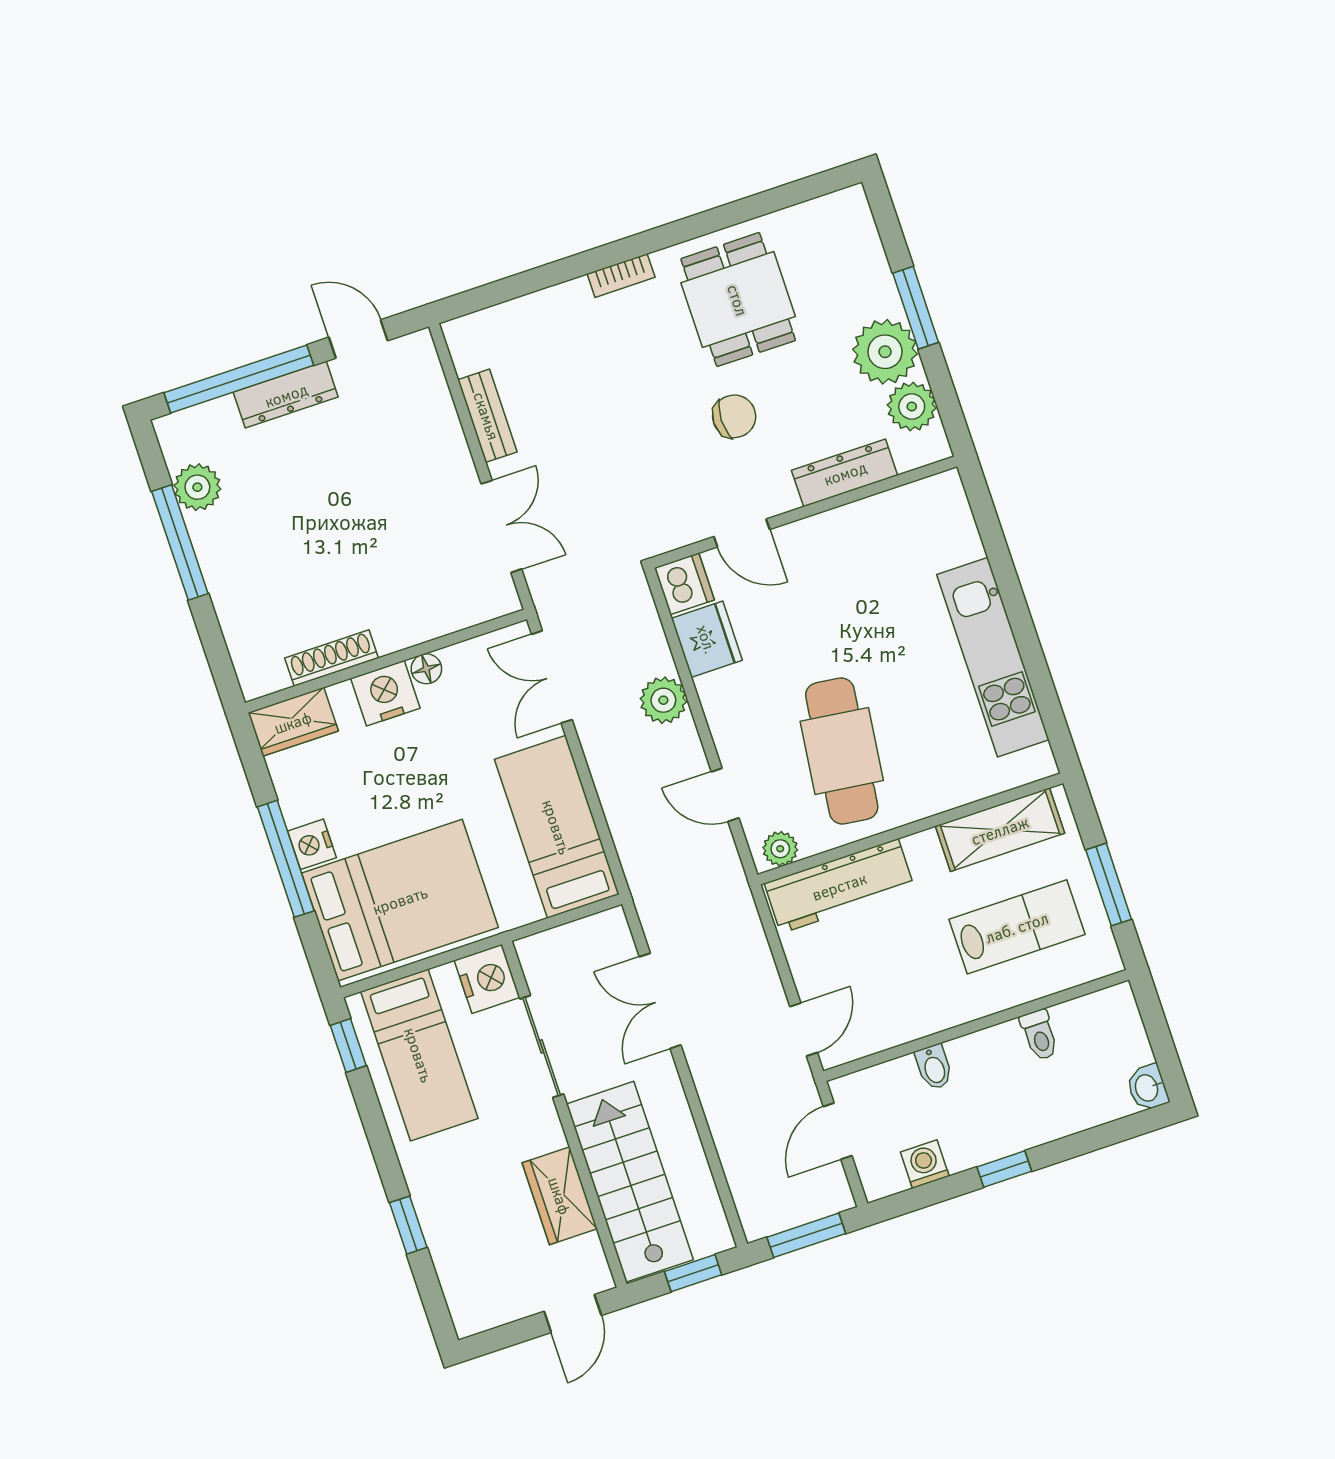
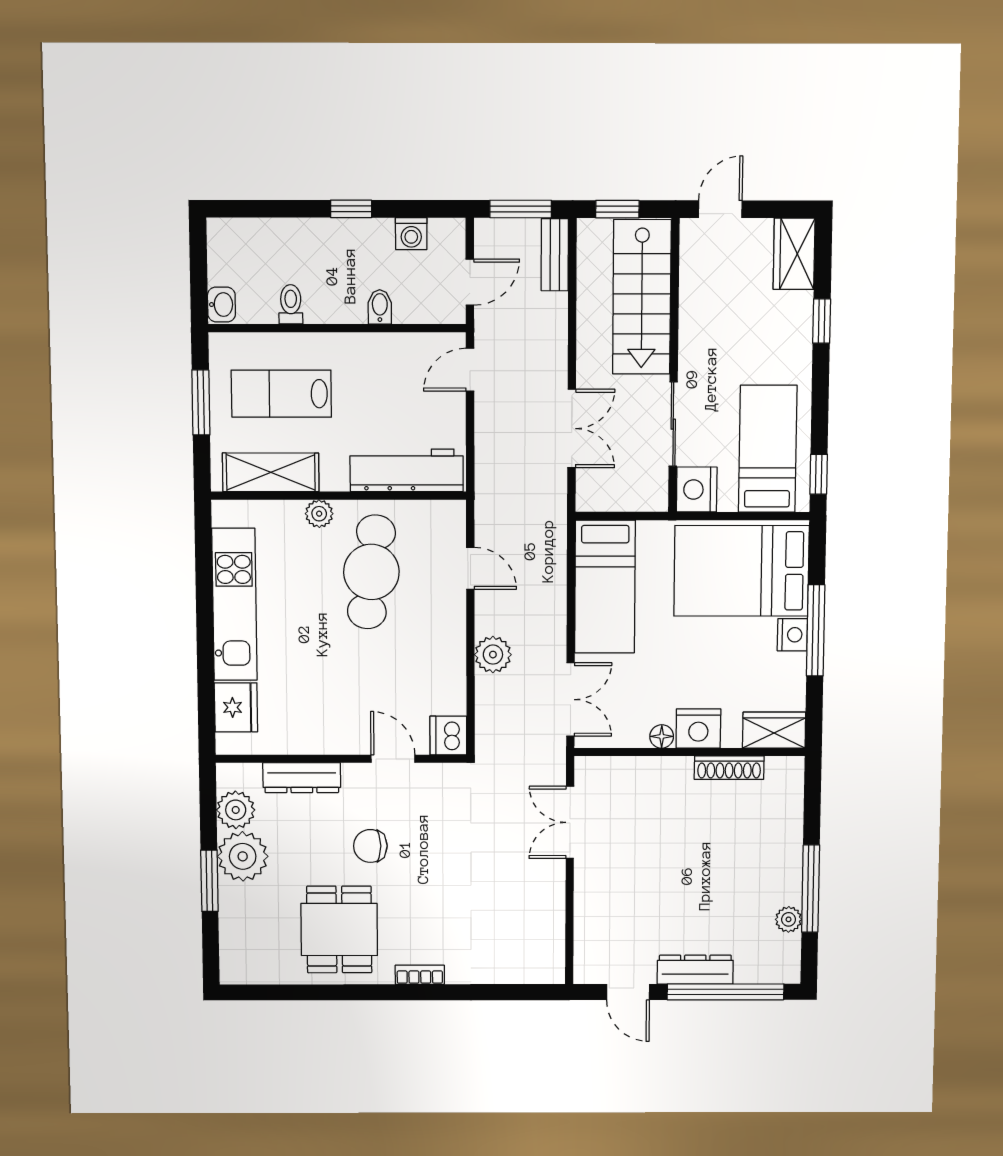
bench: (487, 416) -> (555, 255), moved
plant: (197, 487) -> (789, 919), width x0.73, depth x0.73
fridge: (707, 639) -> (236, 707), moved, turned 180
plant: (780, 849) -> (319, 514), moved
washbasin: (1147, 1088) -> (221, 305), moved
wardrobe: (560, 1196) -> (794, 254), moved, turned 180

